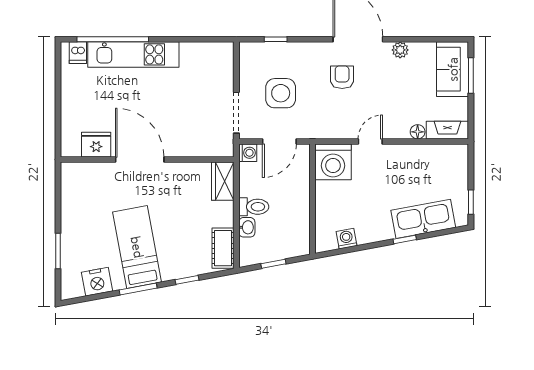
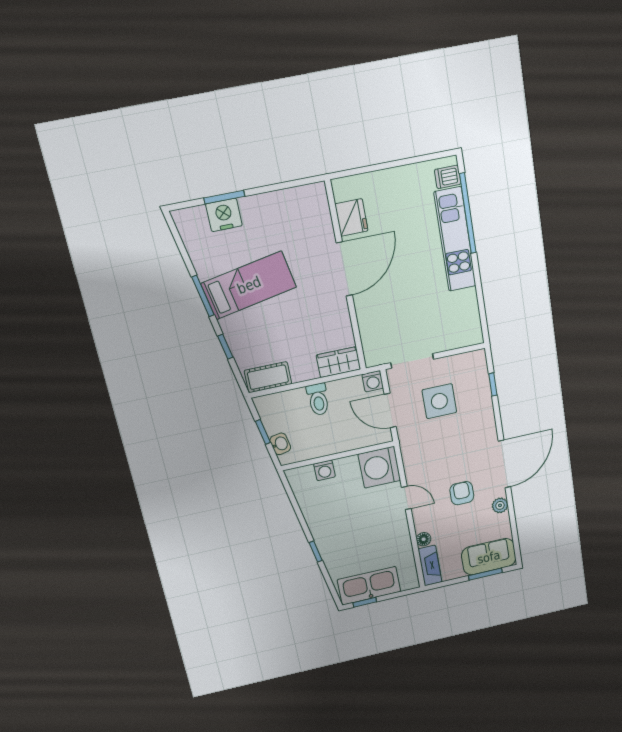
armchair: (342, 77) -> (462, 493), moved, turned -90
kitchen sink: (423, 219) -> (369, 586), moved, turned -79
washbasin: (247, 227) -> (280, 444), moved, turned -101
washing machine: (346, 239) -> (324, 470), moved, turned 101
nightstand: (97, 282) -> (224, 215), moved, turned 101

